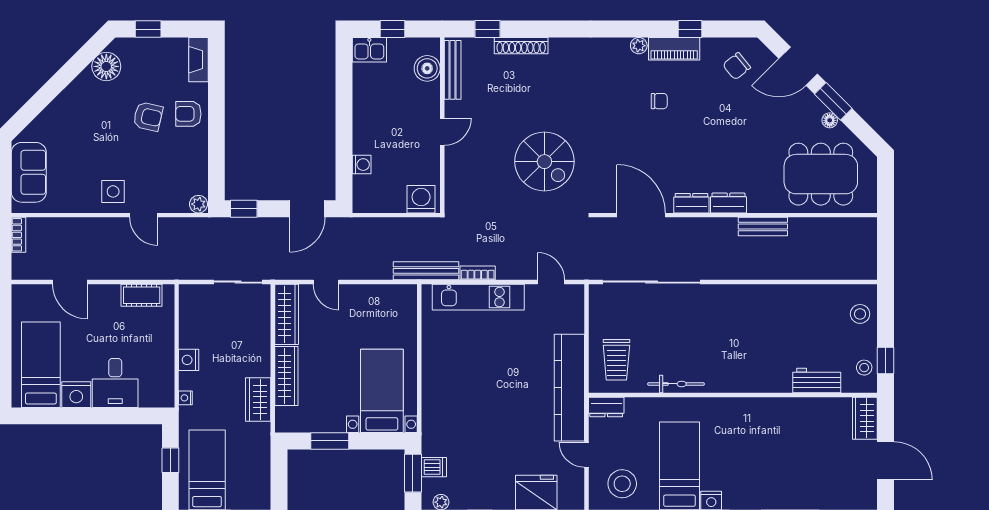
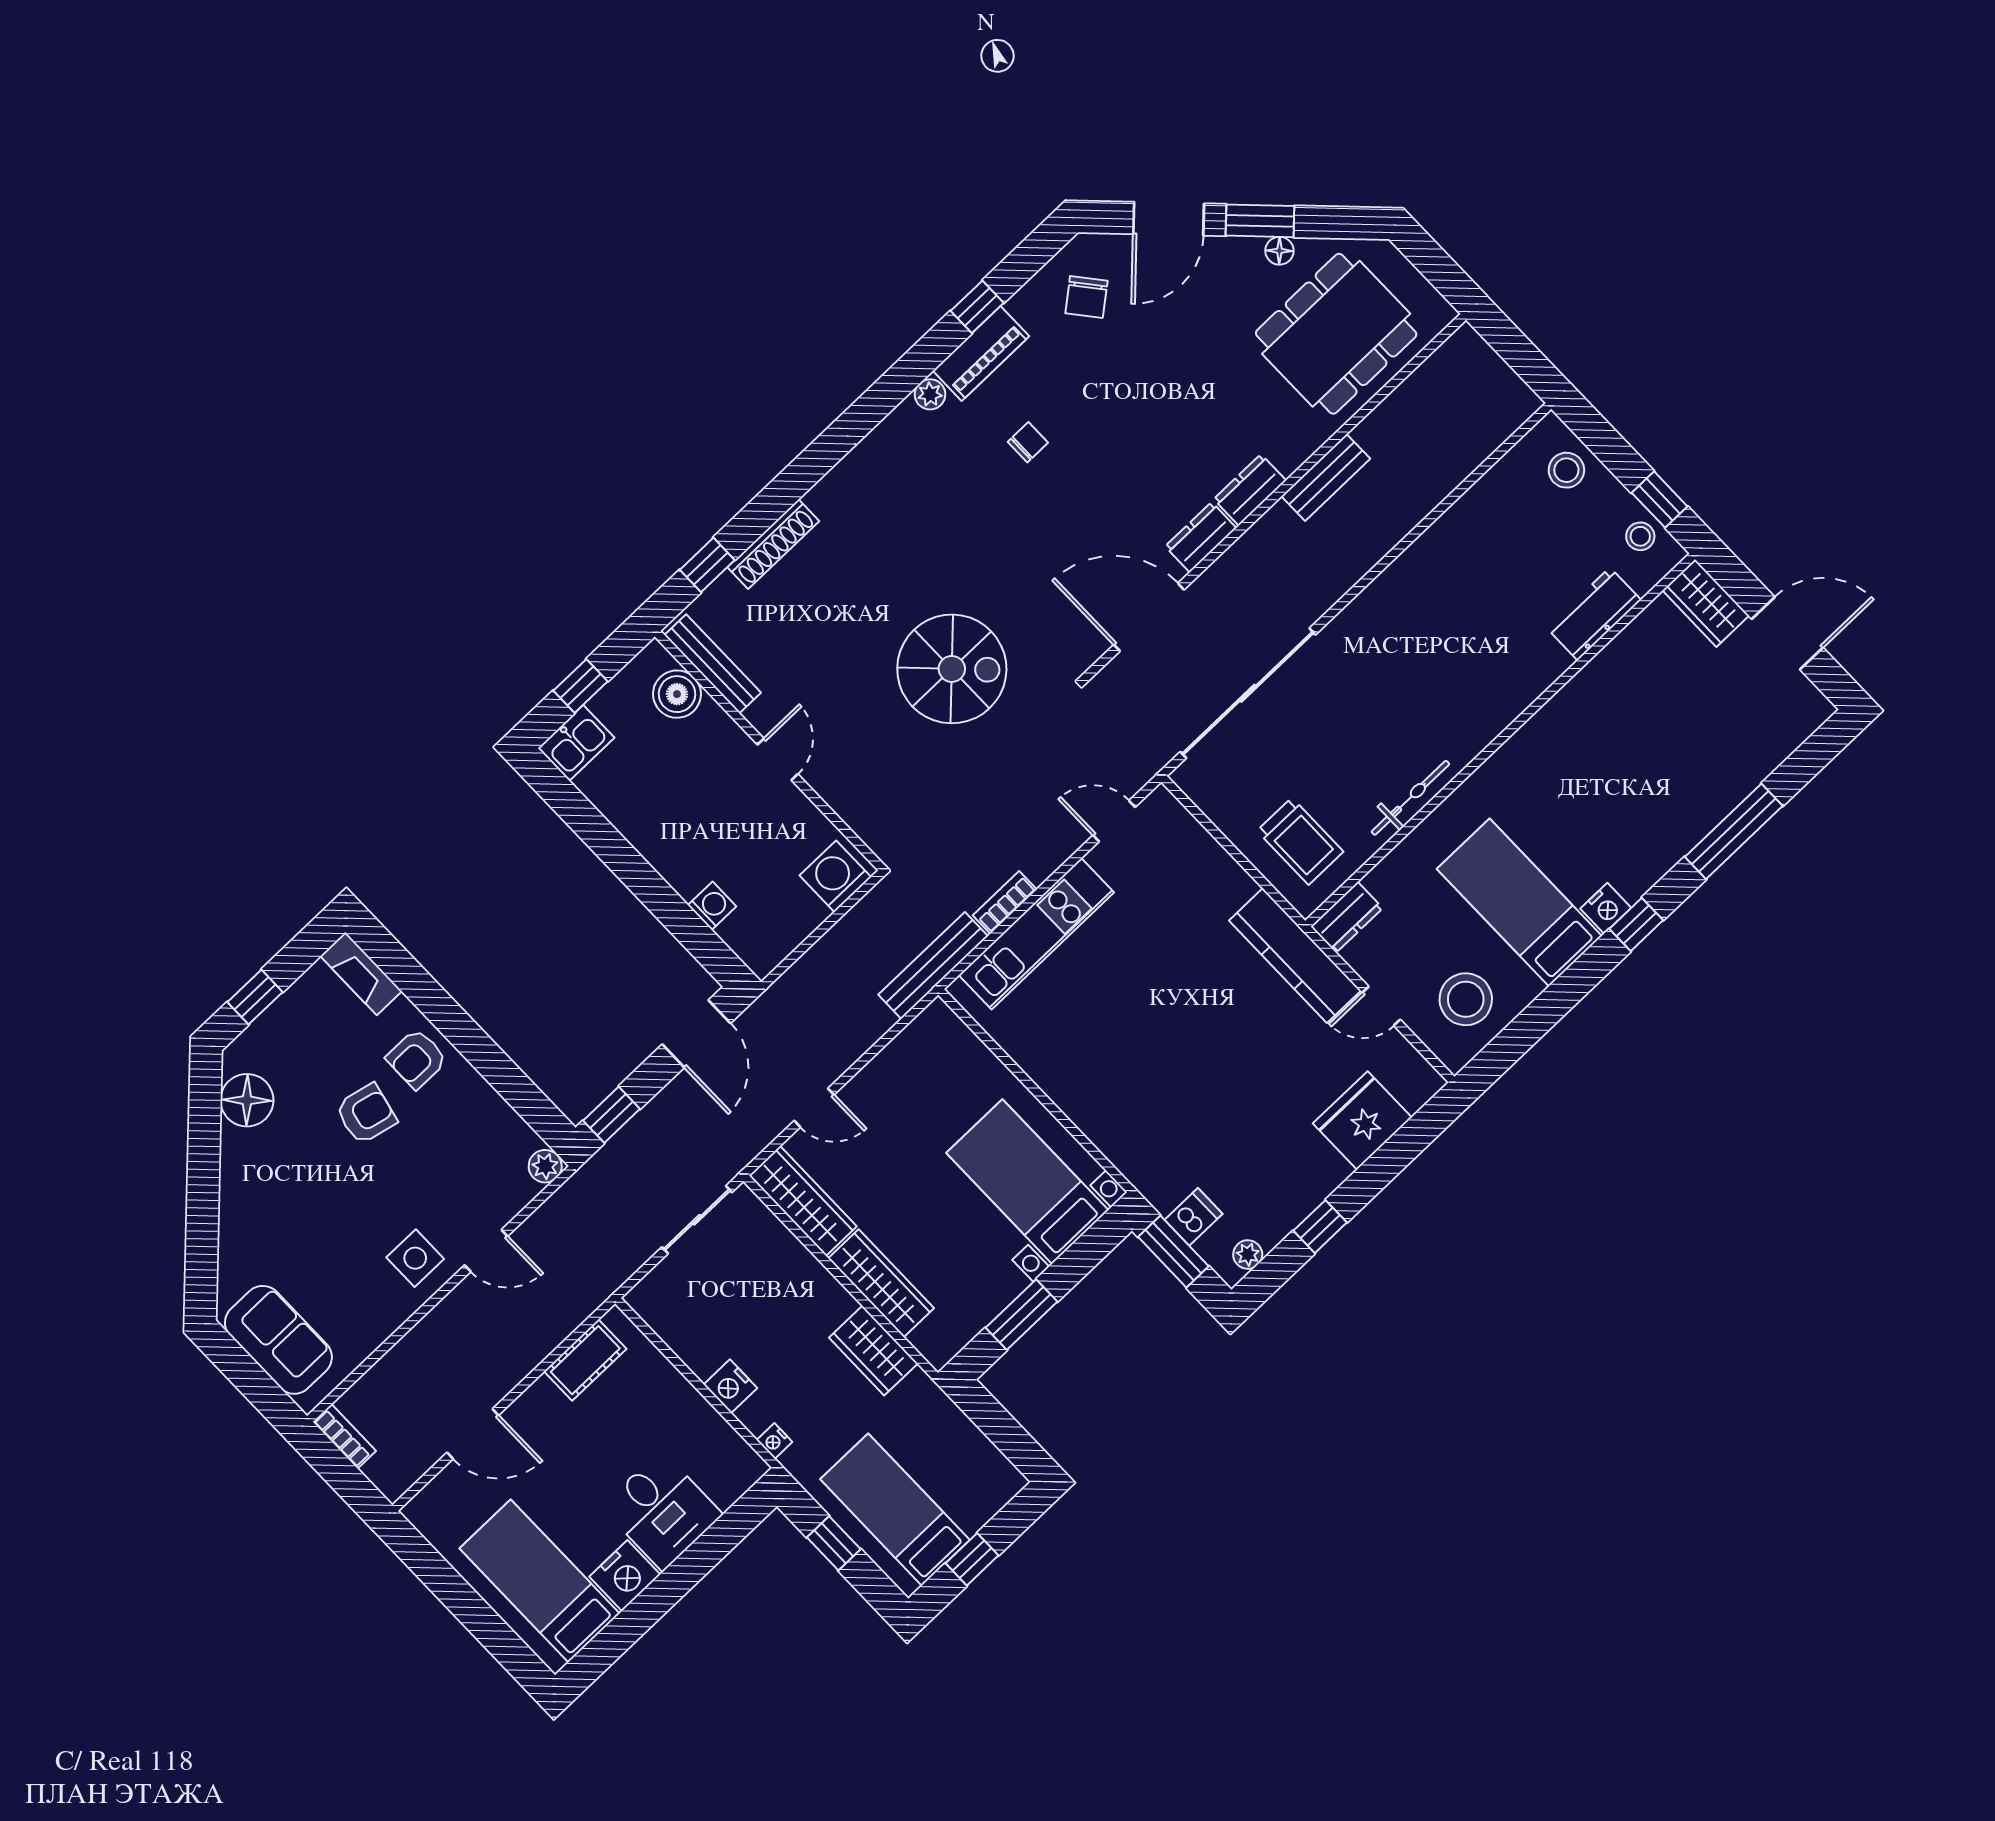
kitchen counter: (569, 388) -> (1295, 956), width x0.72, depth x0.86

